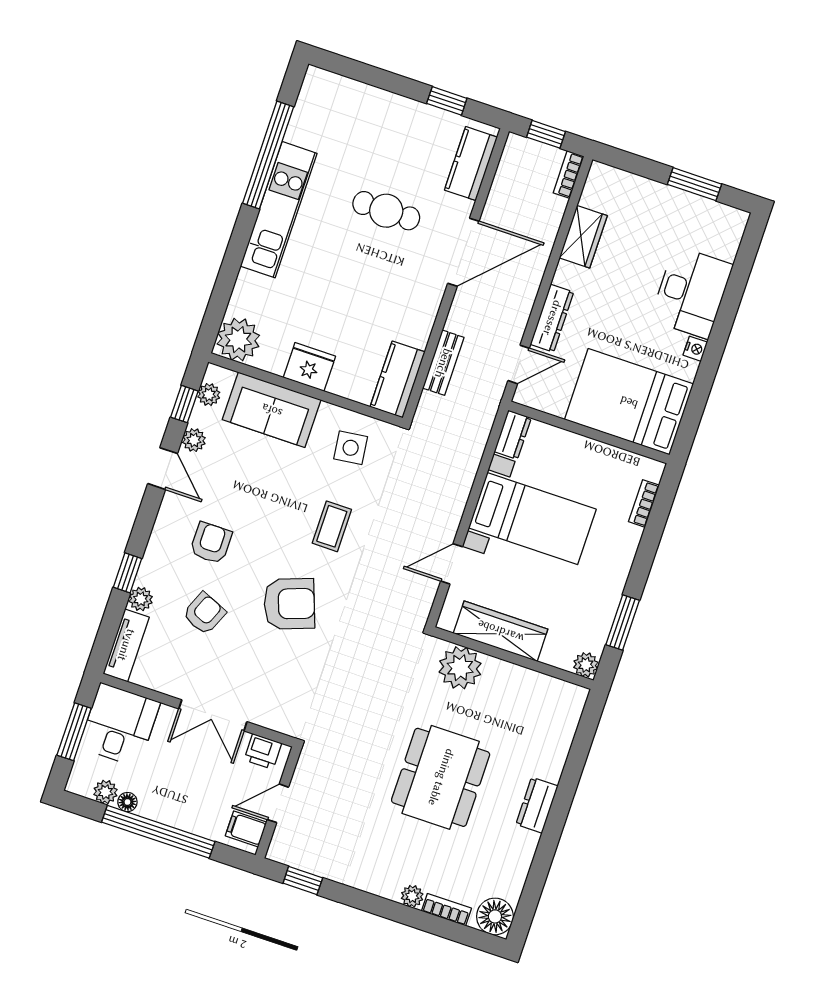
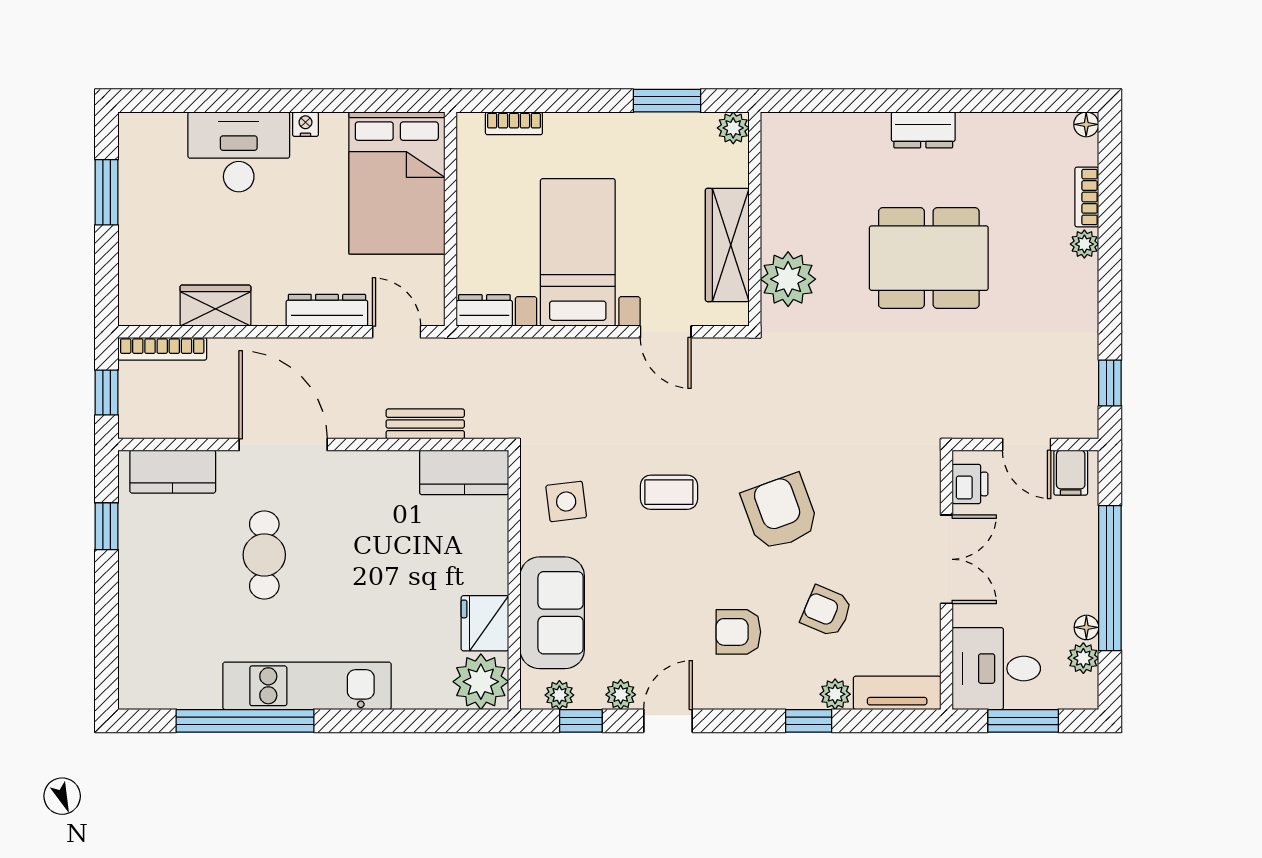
bookcase: (569, 175) -> (162, 349), width x1.56
fridge: (309, 367) -> (485, 623), moved
floor lamp: (495, 916) -> (1086, 124), width x0.53, depth x0.53

